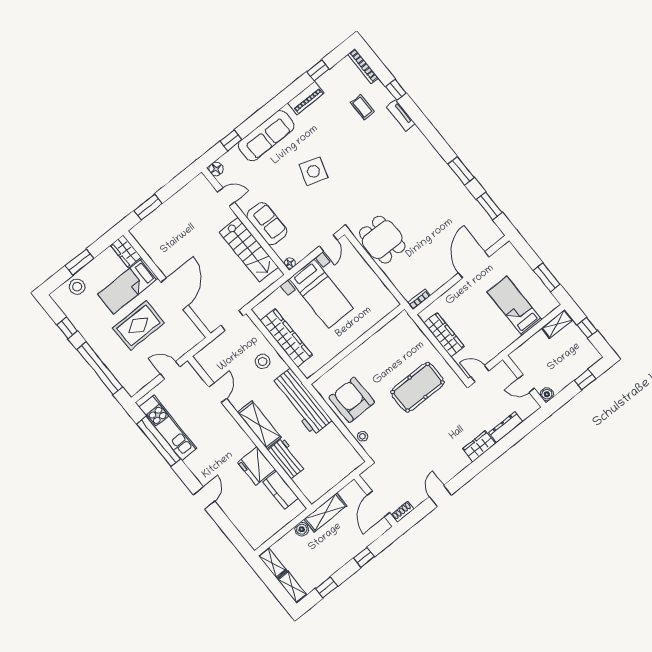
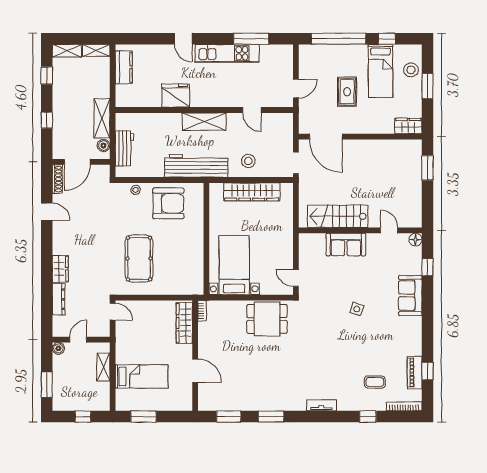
piano: (306, 98) -> (415, 372), moved
tv unit: (401, 115) -> (321, 405), moved
sofa: (266, 136) -> (410, 295), width x0.73
side table: (313, 171) -> (357, 309), width x0.54, depth x0.54
door: (226, 197) -> (389, 230), swing flipped
floor lamp: (290, 263) -> (304, 238), removed
door: (474, 265) -> (195, 371), width x0.73
bed: (128, 286) -> (380, 71), moved, turned 180
bed with nightstands: (321, 293) -> (234, 265), moved, turned 90
door: (175, 294) -> (326, 137), moved
shelving: (557, 324) -> (103, 367), moved
rug: (138, 325) -> (347, 92), width x0.73, depth x0.70
wardrobe: (444, 335) -> (184, 323), moved, turned 90
door: (480, 374) -> (113, 312), hinge flipped
window: (585, 380) -> (47, 385), width x1.50
kitchen unit: (168, 428) -> (227, 53), moved
window: (158, 441) -> (251, 39), width x0.68
workbench: (287, 458) -> (124, 148), moved, turned -90
kitchen counter: (281, 490) -> (124, 67), moved, turned 90
door: (378, 504) -> (77, 162), swing flipped
shoe rack: (402, 512) -> (57, 179), width x1.43
boiler: (302, 529) -> (103, 145), moved

